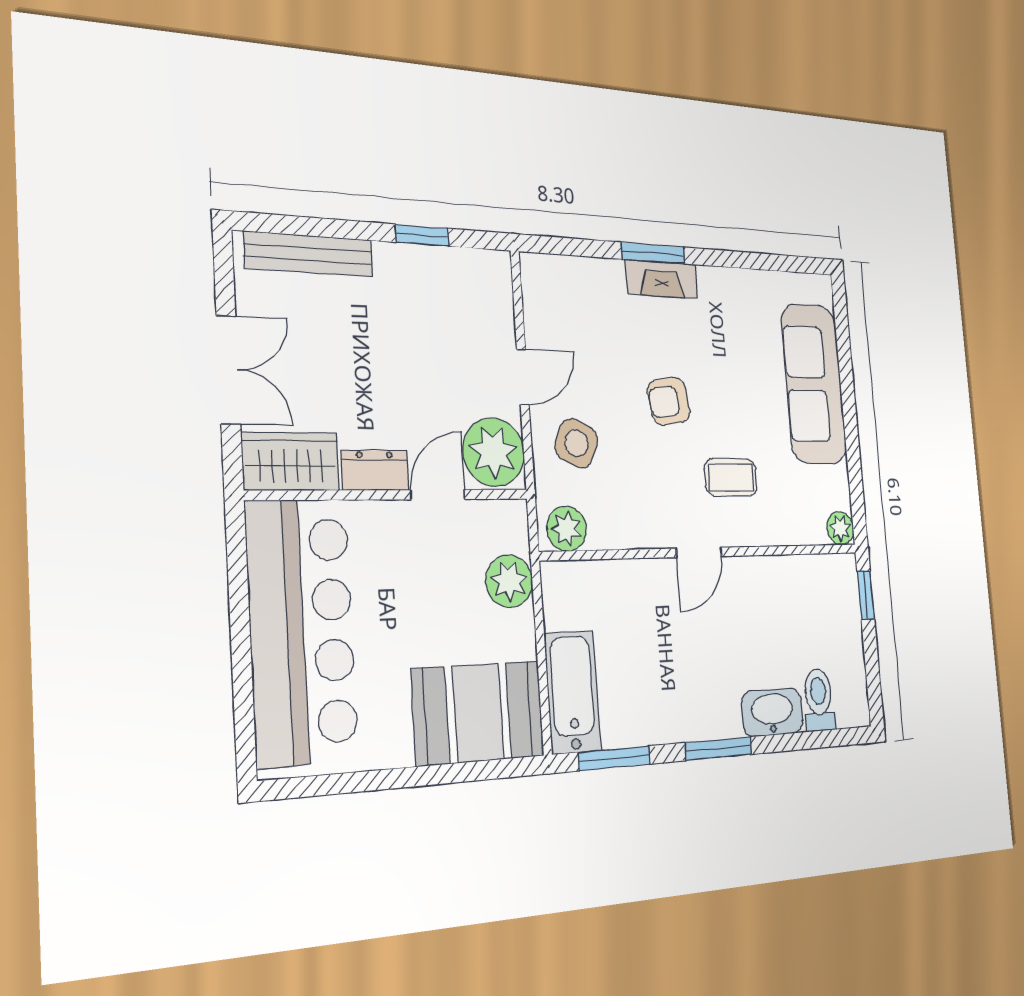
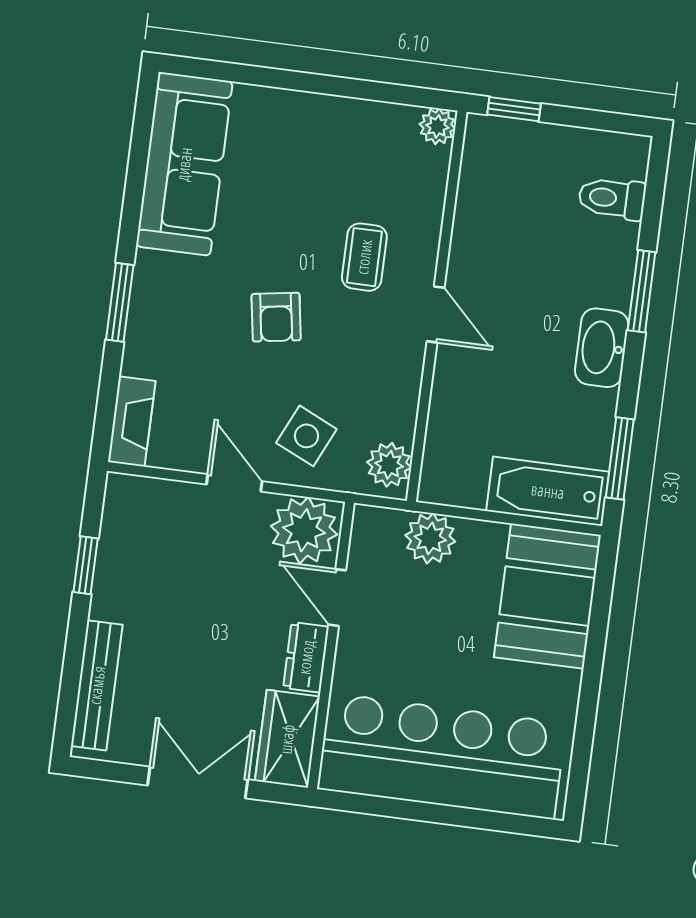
fireplace: (661, 279) -> (132, 422), moved
sofa: (814, 384) -> (184, 164), moved, turned -90
washbasin: (772, 712) -> (602, 348), moved
window: (718, 749) -> (642, 291), moved

